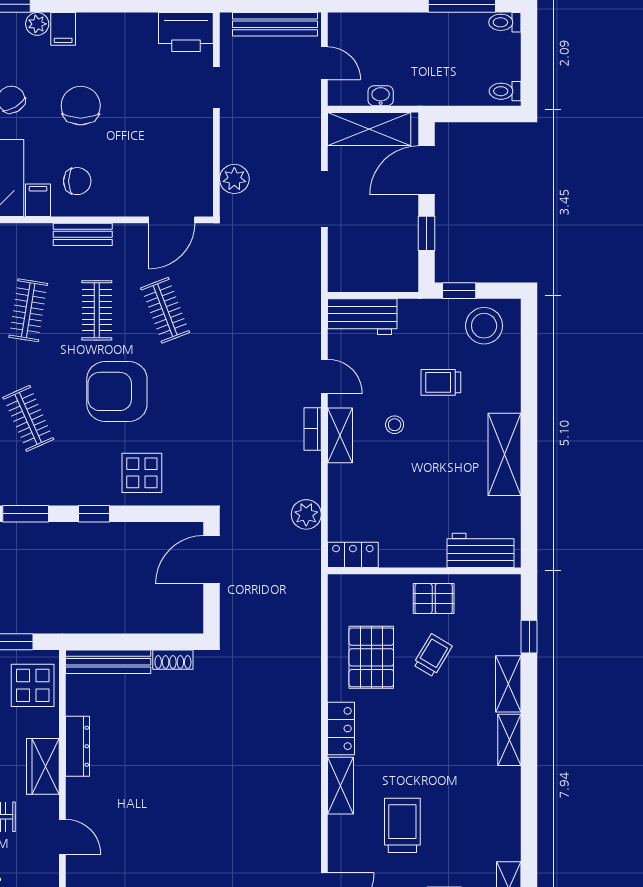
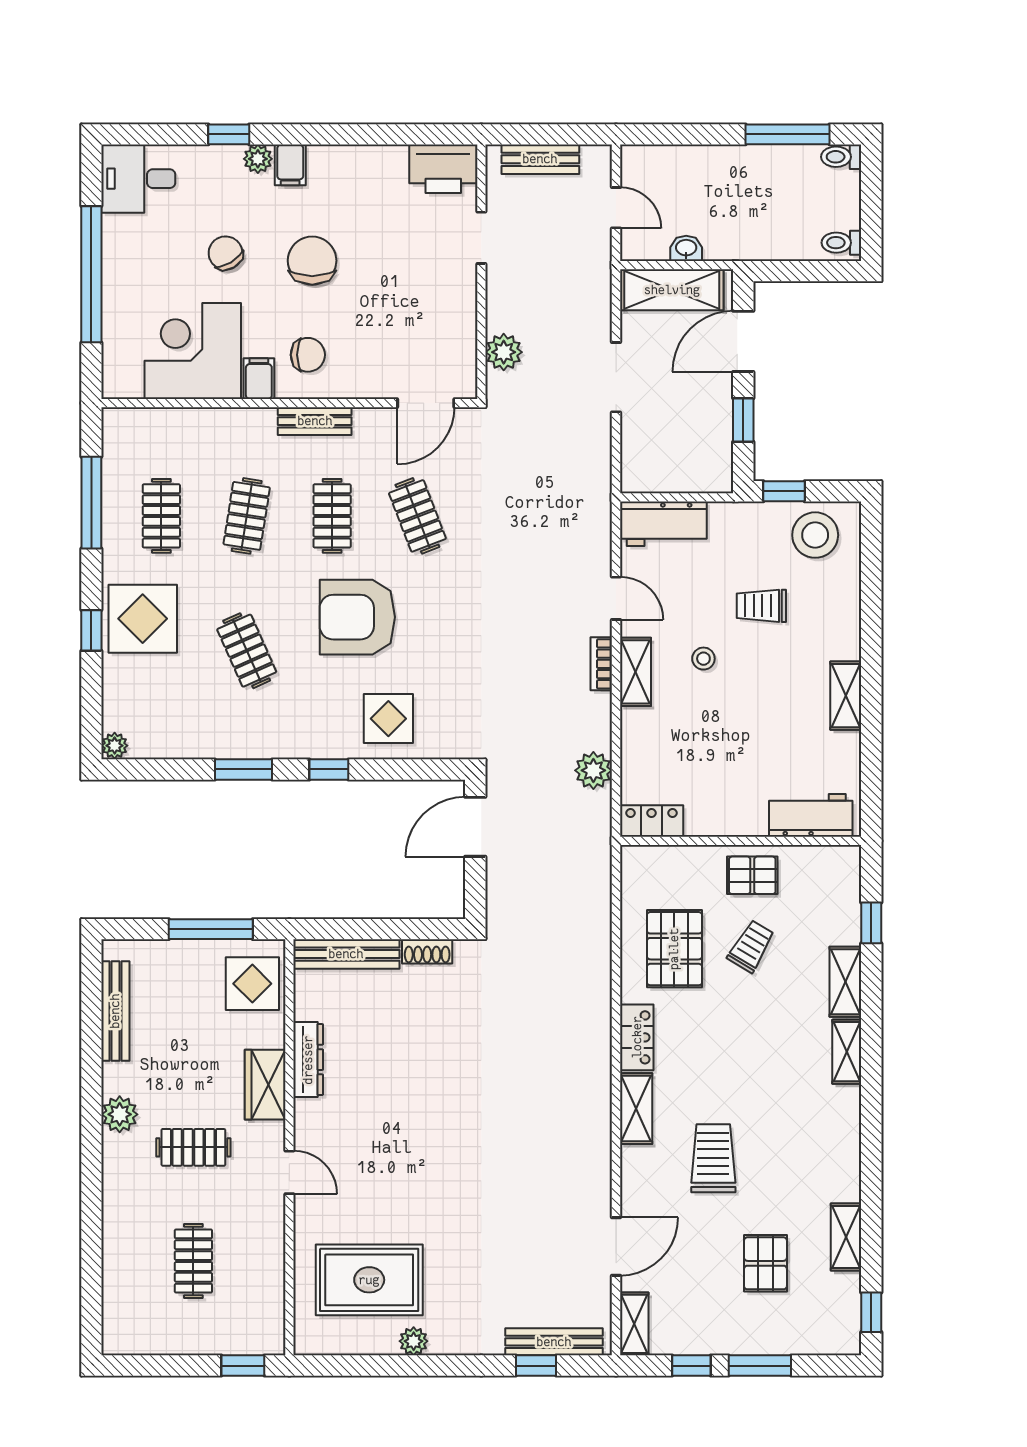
bench: (275, 24) -> (540, 159), width x0.73
shelving: (505, 454) -> (846, 696), width x0.67, depth x0.75

